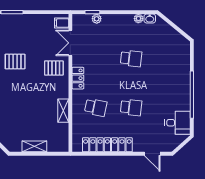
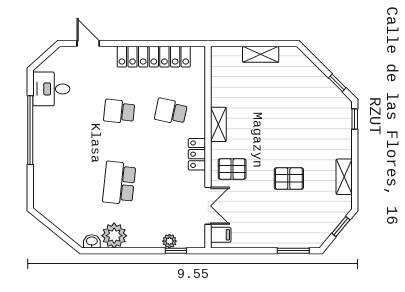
plant: (138, 19) -> (114, 236), width x1.87, depth x1.87
school desk: (131, 59) -> (119, 183), width x1.85
shelving: (63, 111) -> (218, 124), moved

